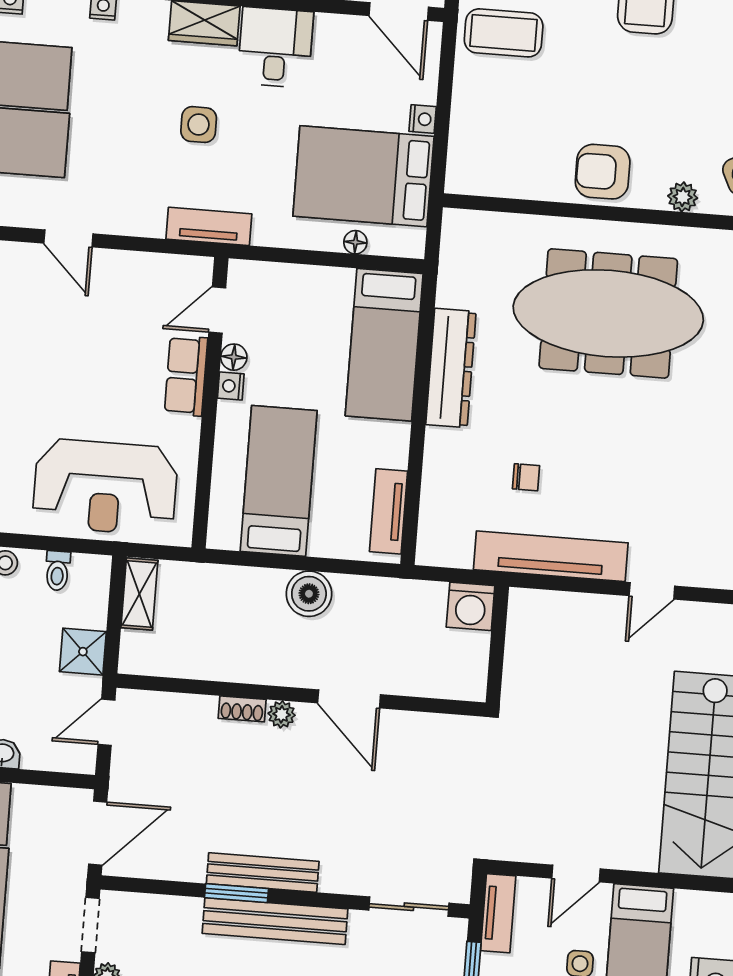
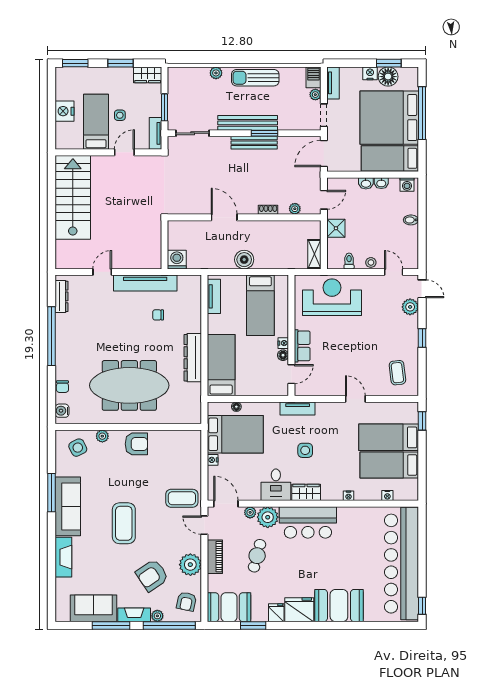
plant: (282, 714) -> (295, 209), moved

